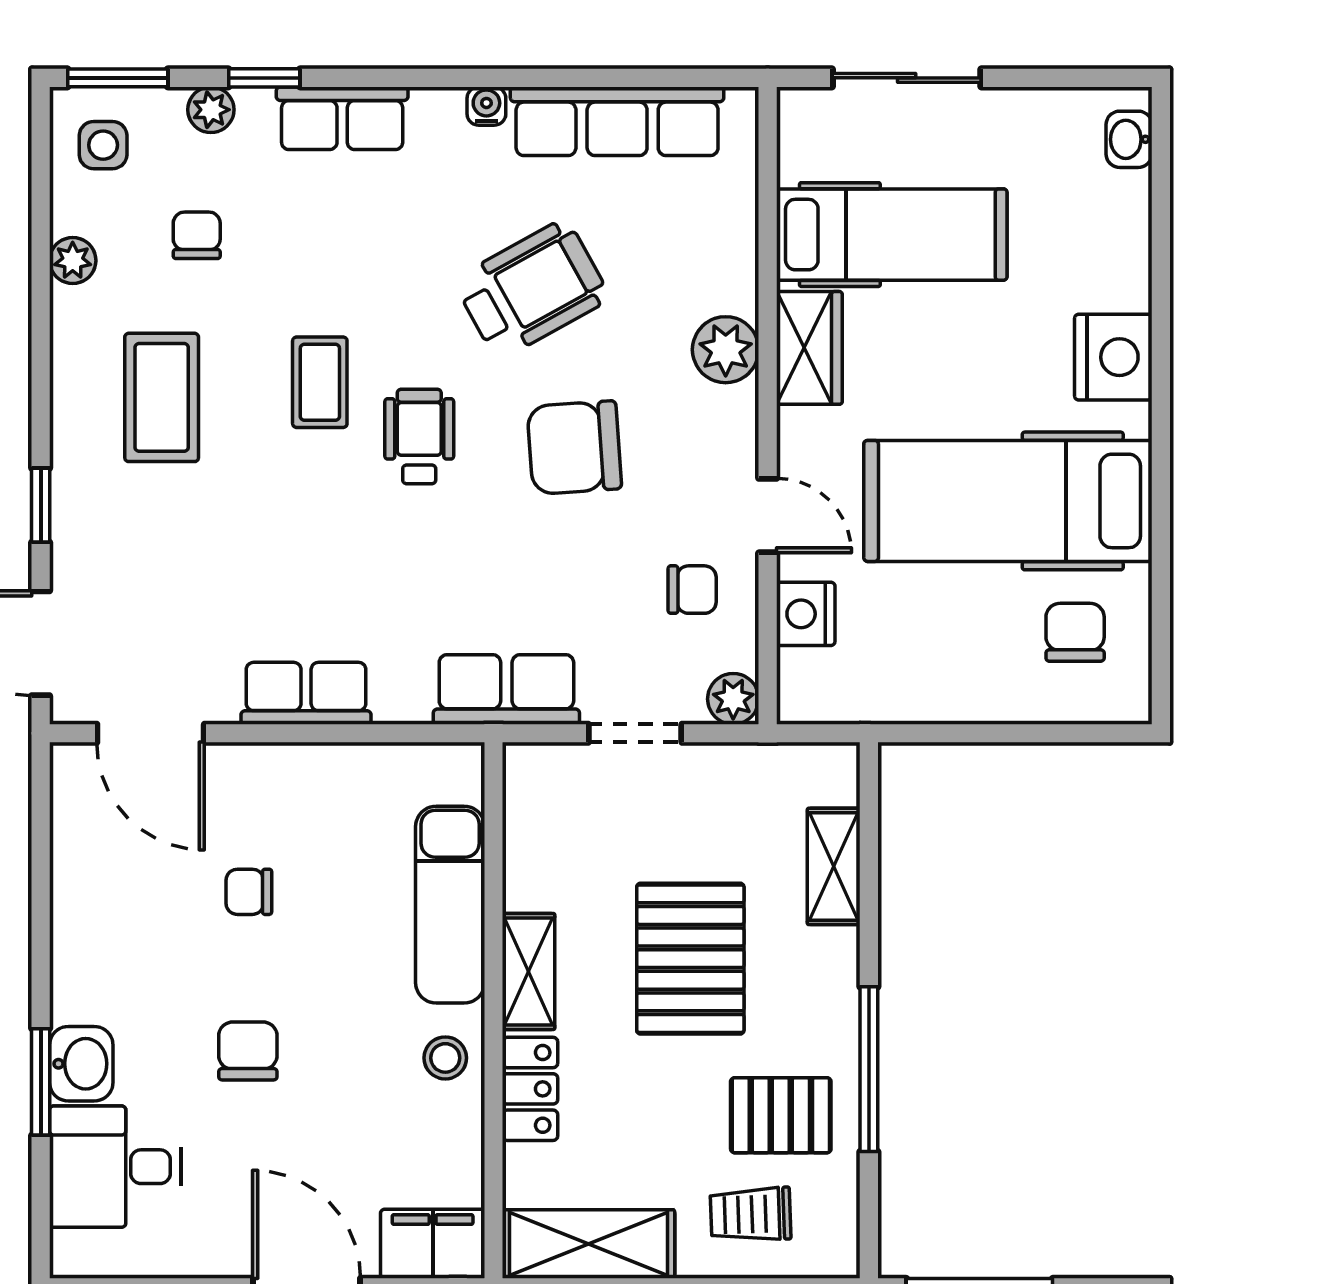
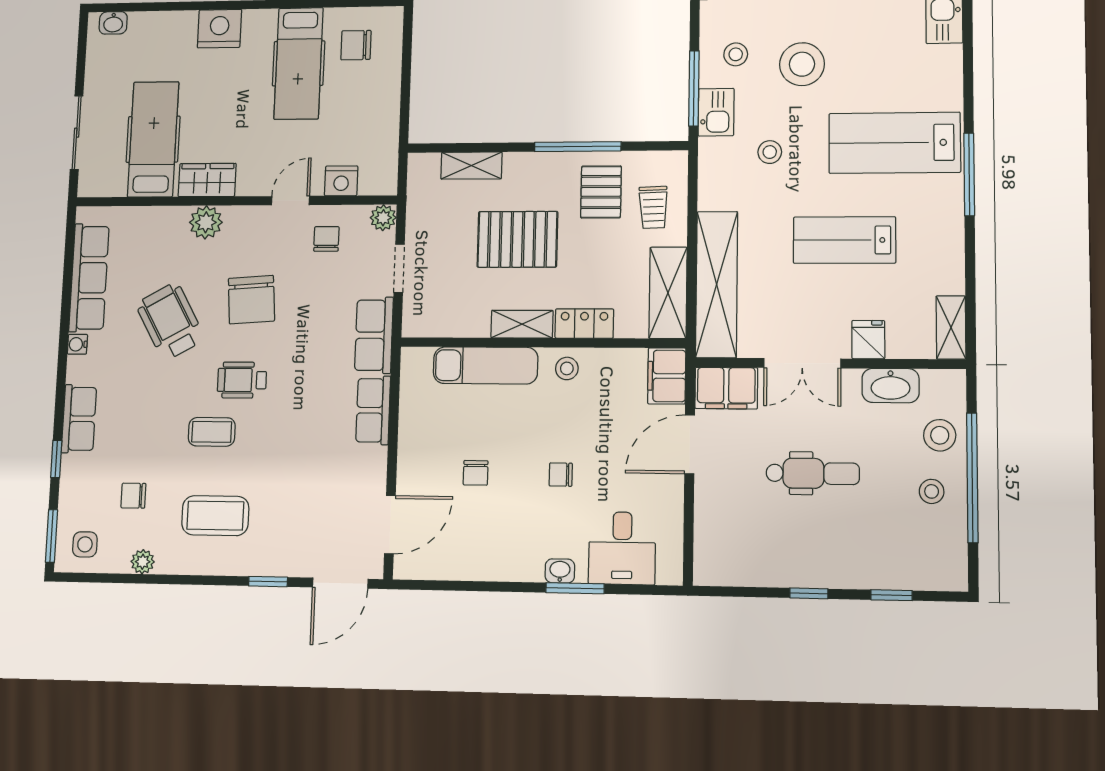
plant: (211, 110) -> (71, 487), removed
hospital bed: (1008, 501) -> (299, 63), width x0.73, depth x0.78
row of seats: (306, 693) -> (373, 410), moved
chair: (248, 1051) -> (561, 475), width x0.73, depth x0.73
washbasin: (81, 1064) -> (560, 571), width x0.72, depth x0.69

